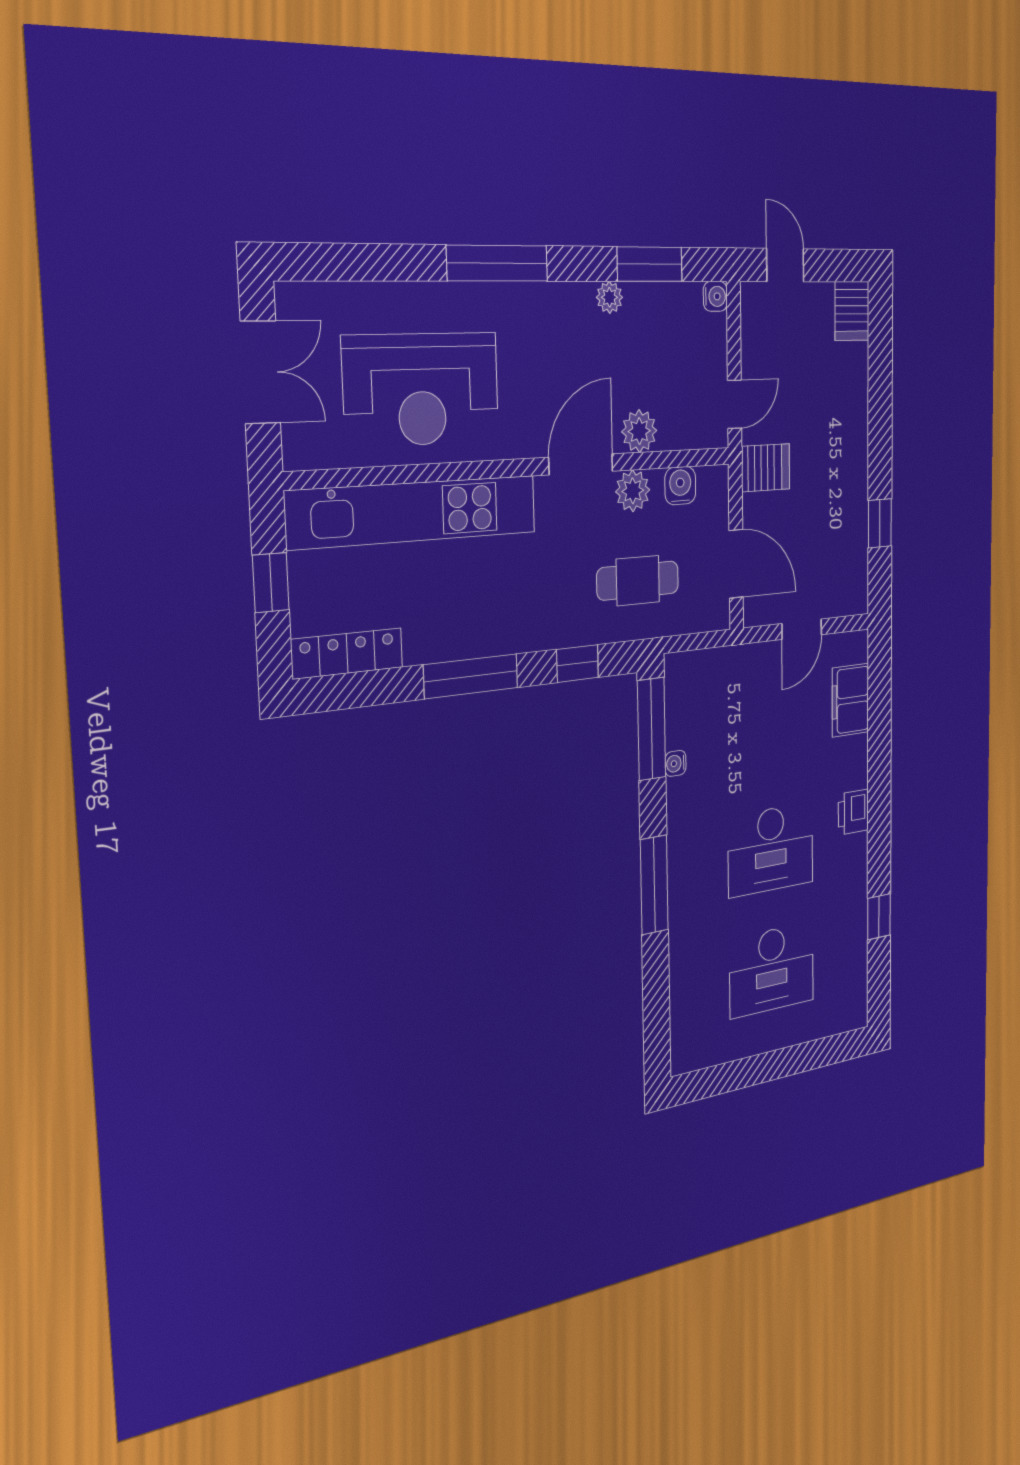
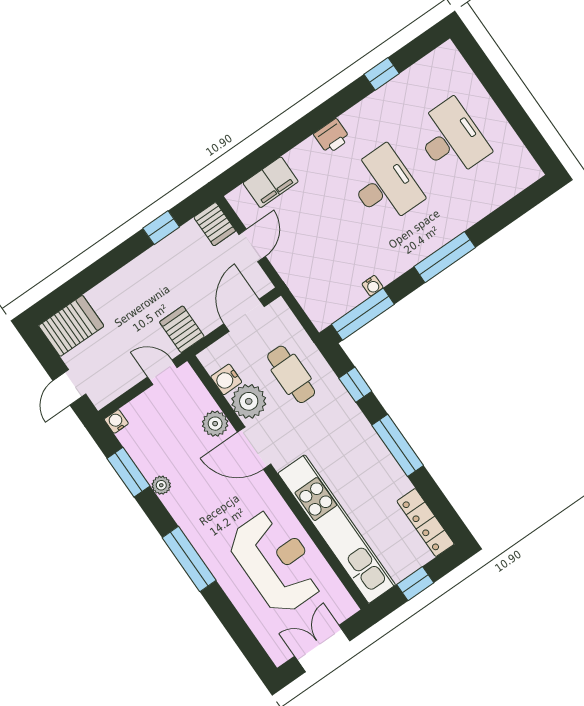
server rack: (852, 311) -> (71, 326), width x1.36, depth x1.44
plant: (633, 491) -> (249, 401), width x1.36, depth x1.36
server rack: (848, 596) -> (215, 224), added
door: (802, 629) -> (252, 245), hinge flipped

